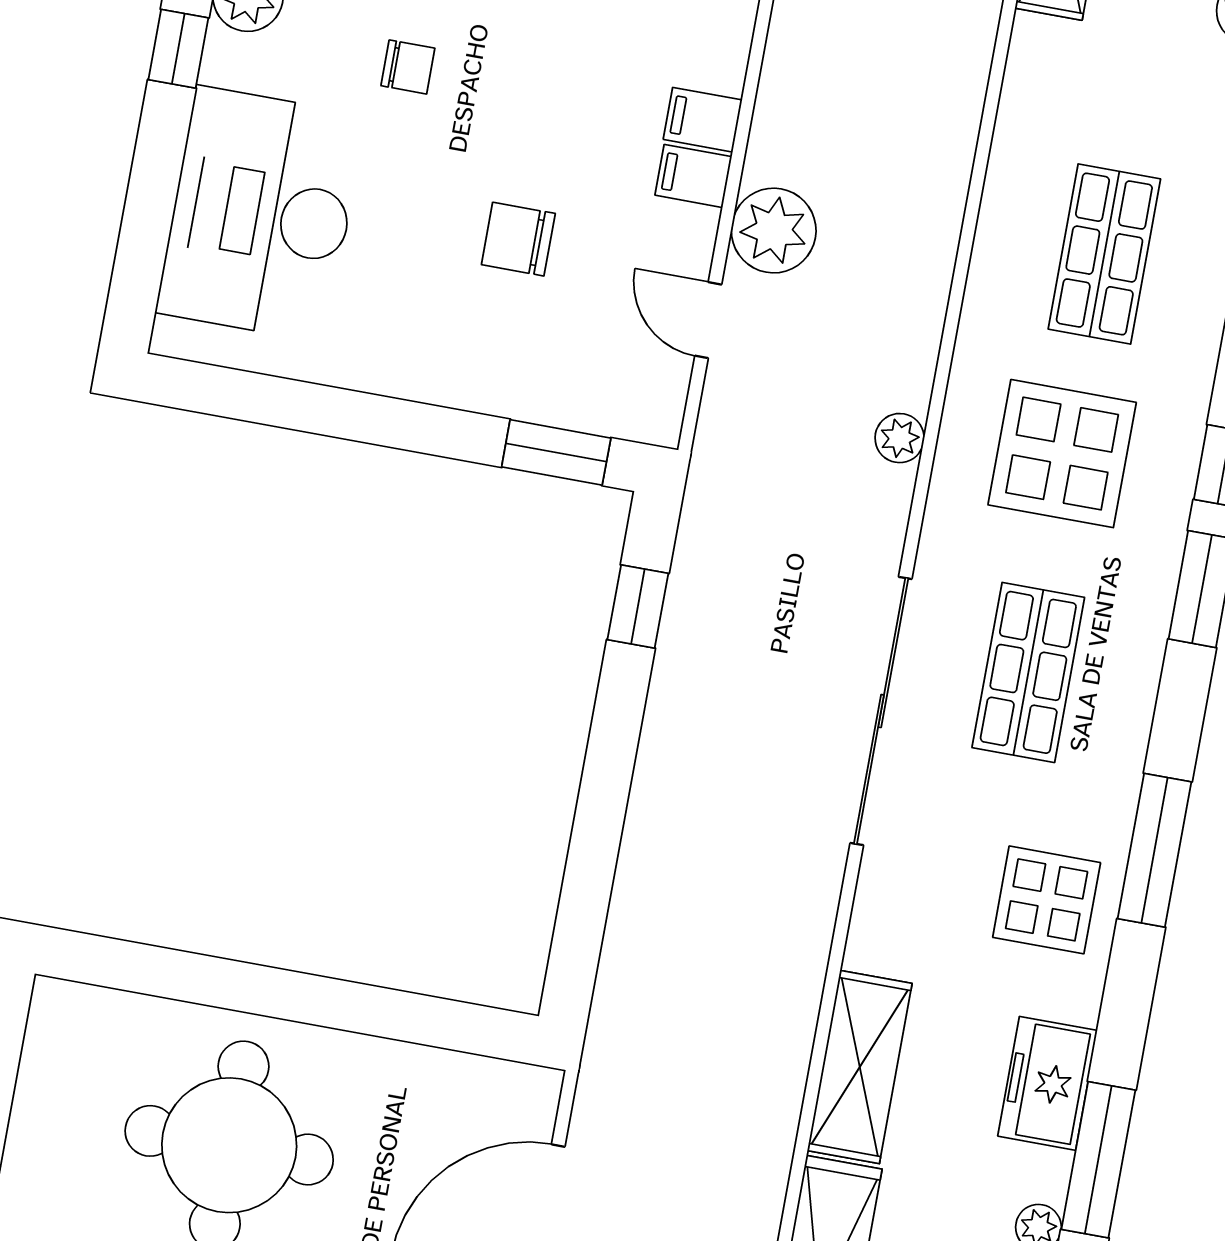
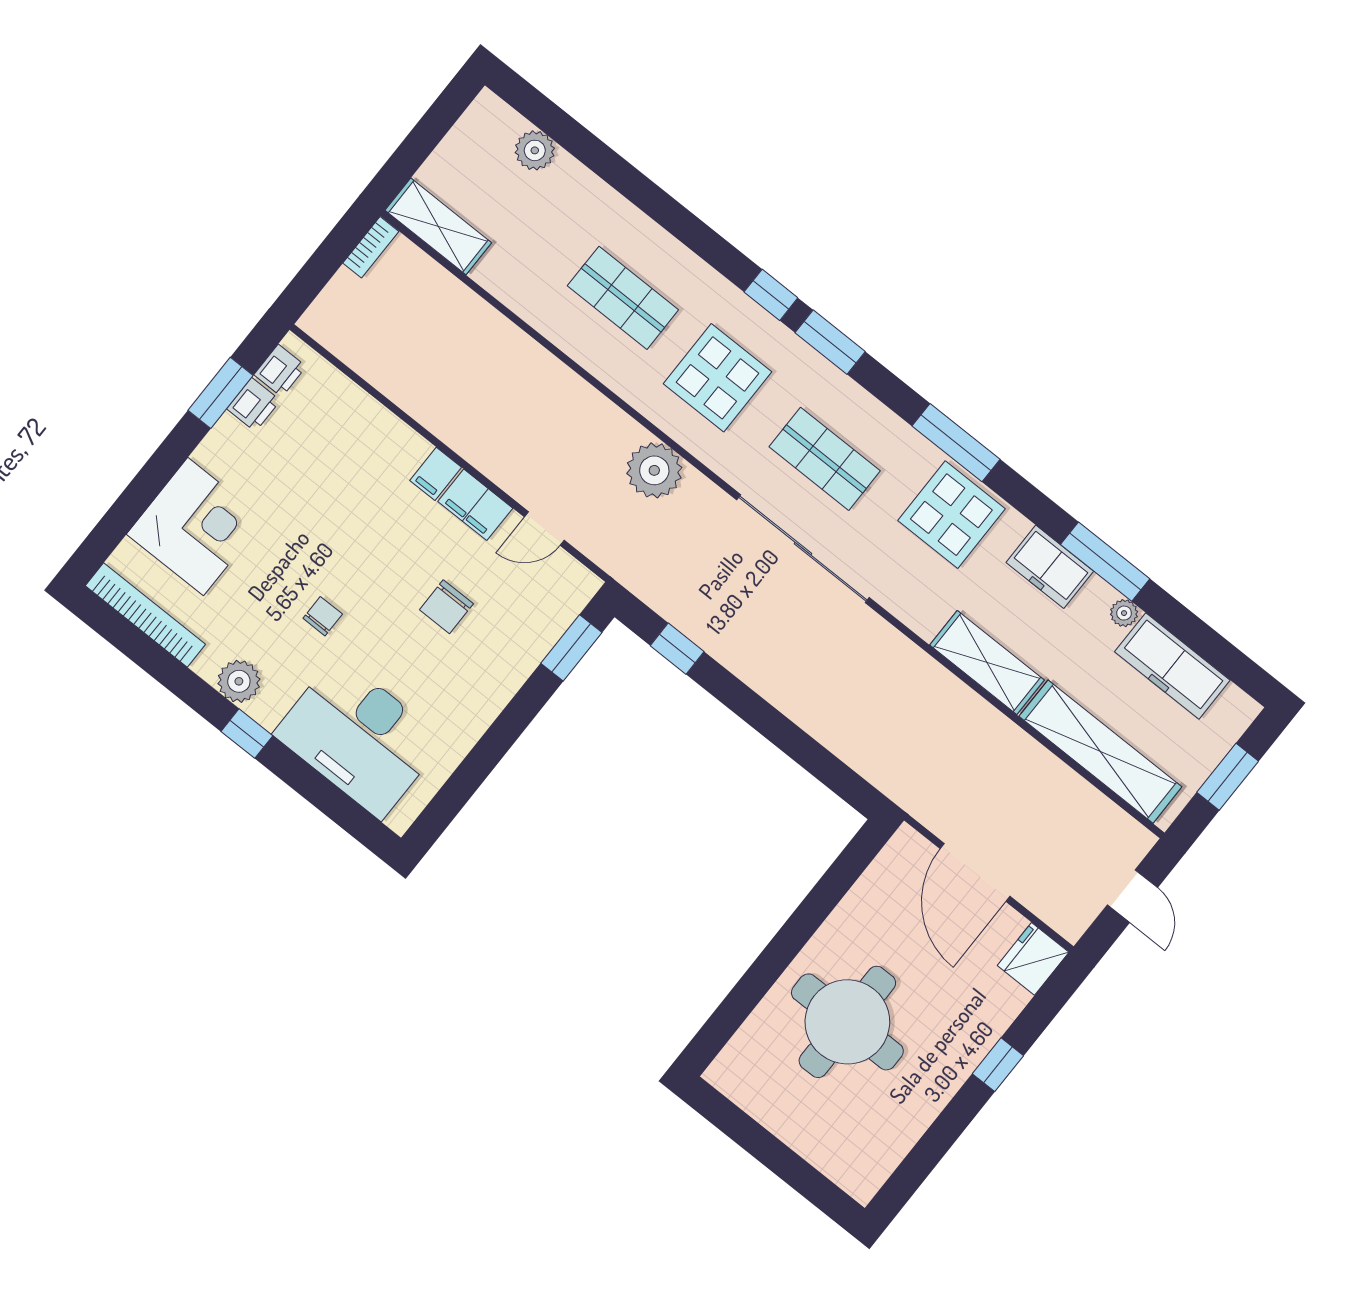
filing cabinet: (693, 176) -> (475, 505), width x2.00
plant: (774, 231) -> (515, 468), removed
plant: (900, 438) -> (654, 470), width x1.88, depth x1.88
display table: (1047, 900) -> (951, 515), width x1.36, depth x1.36

